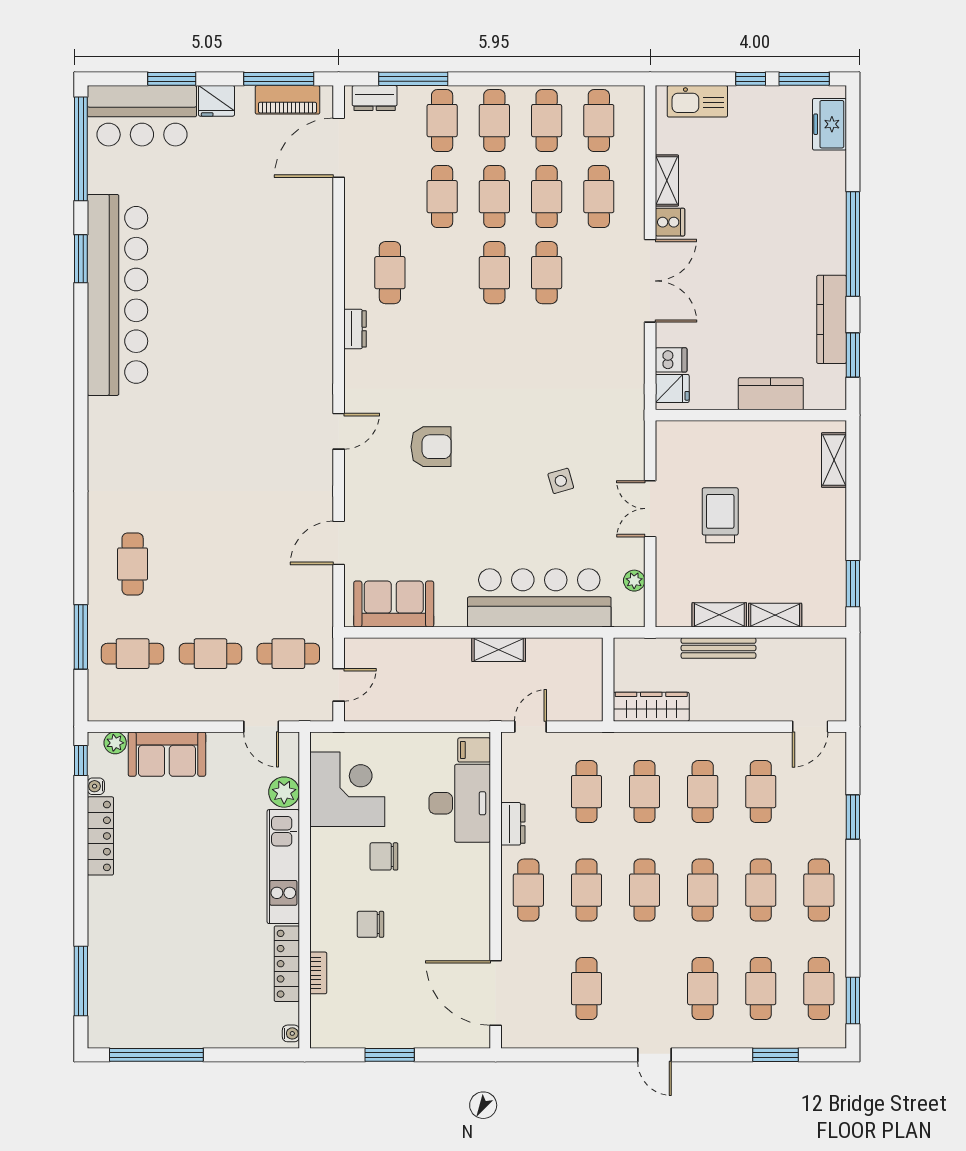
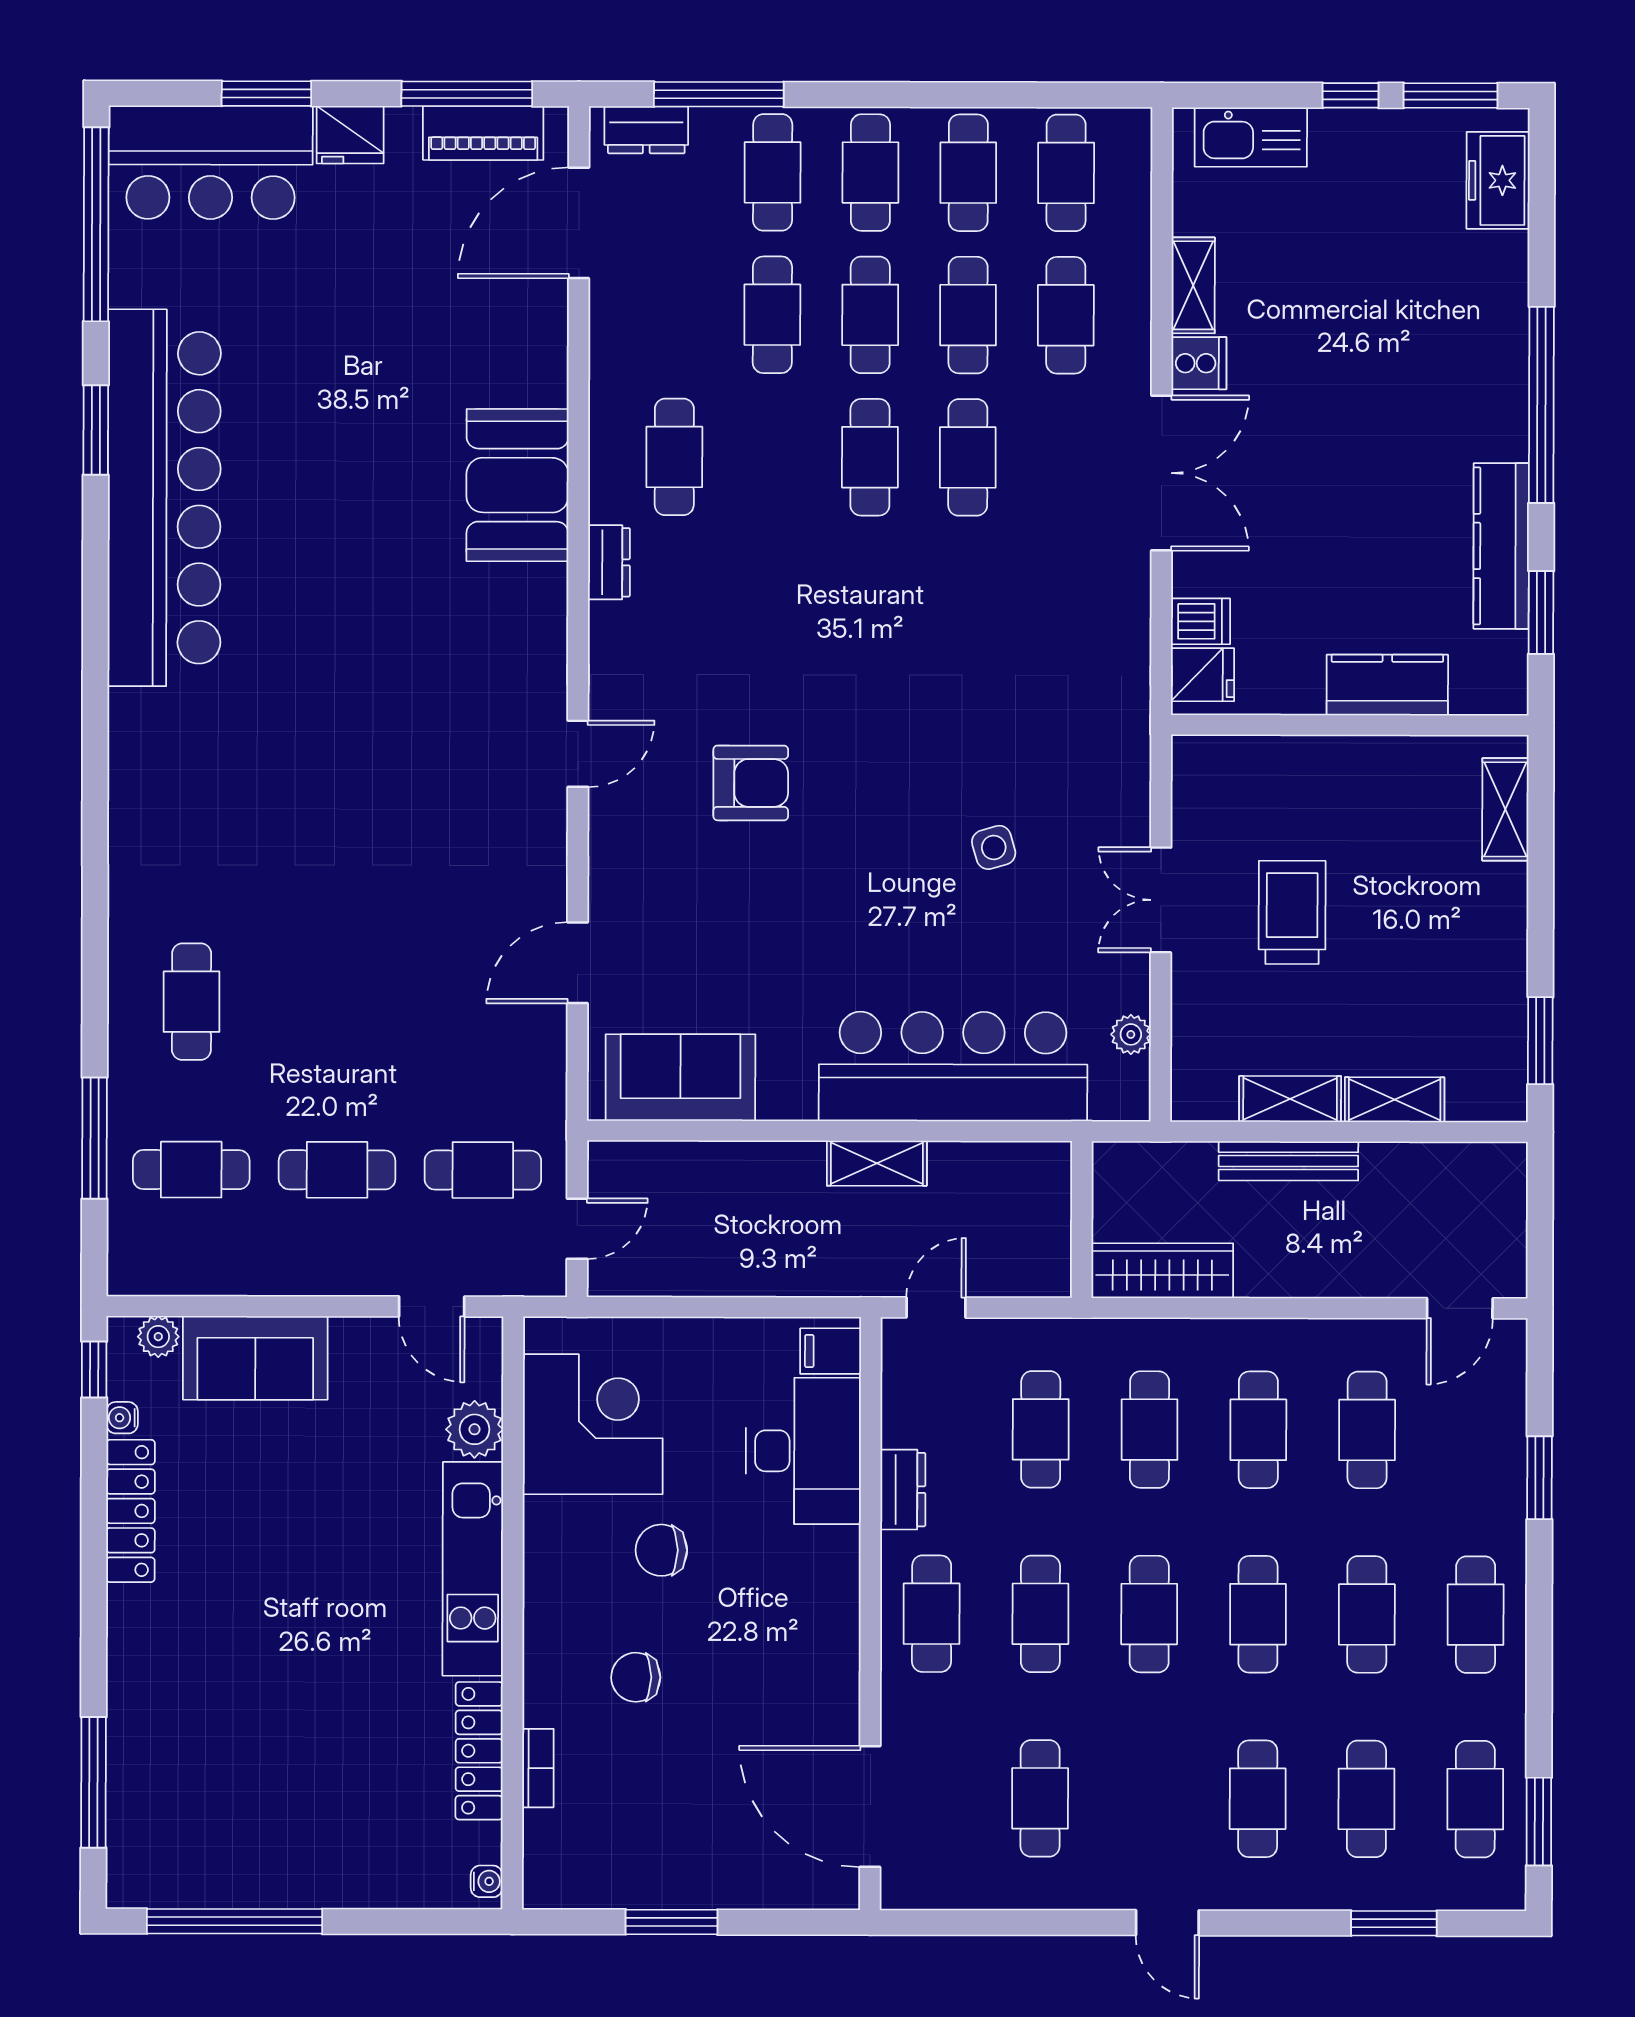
booth: (306, 288) -> (517, 485), added

